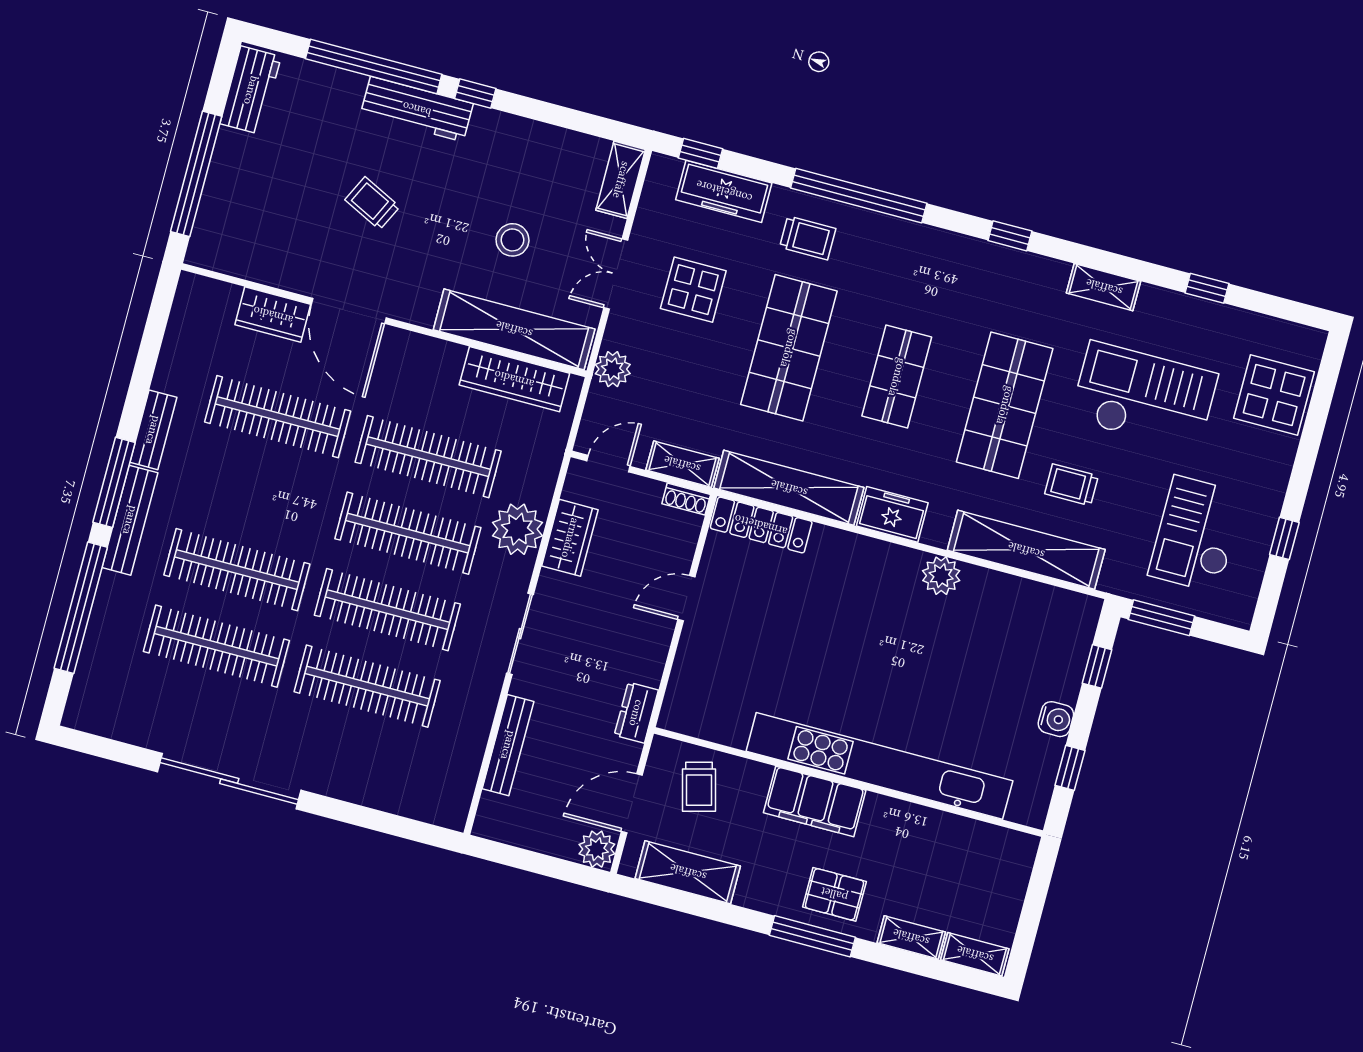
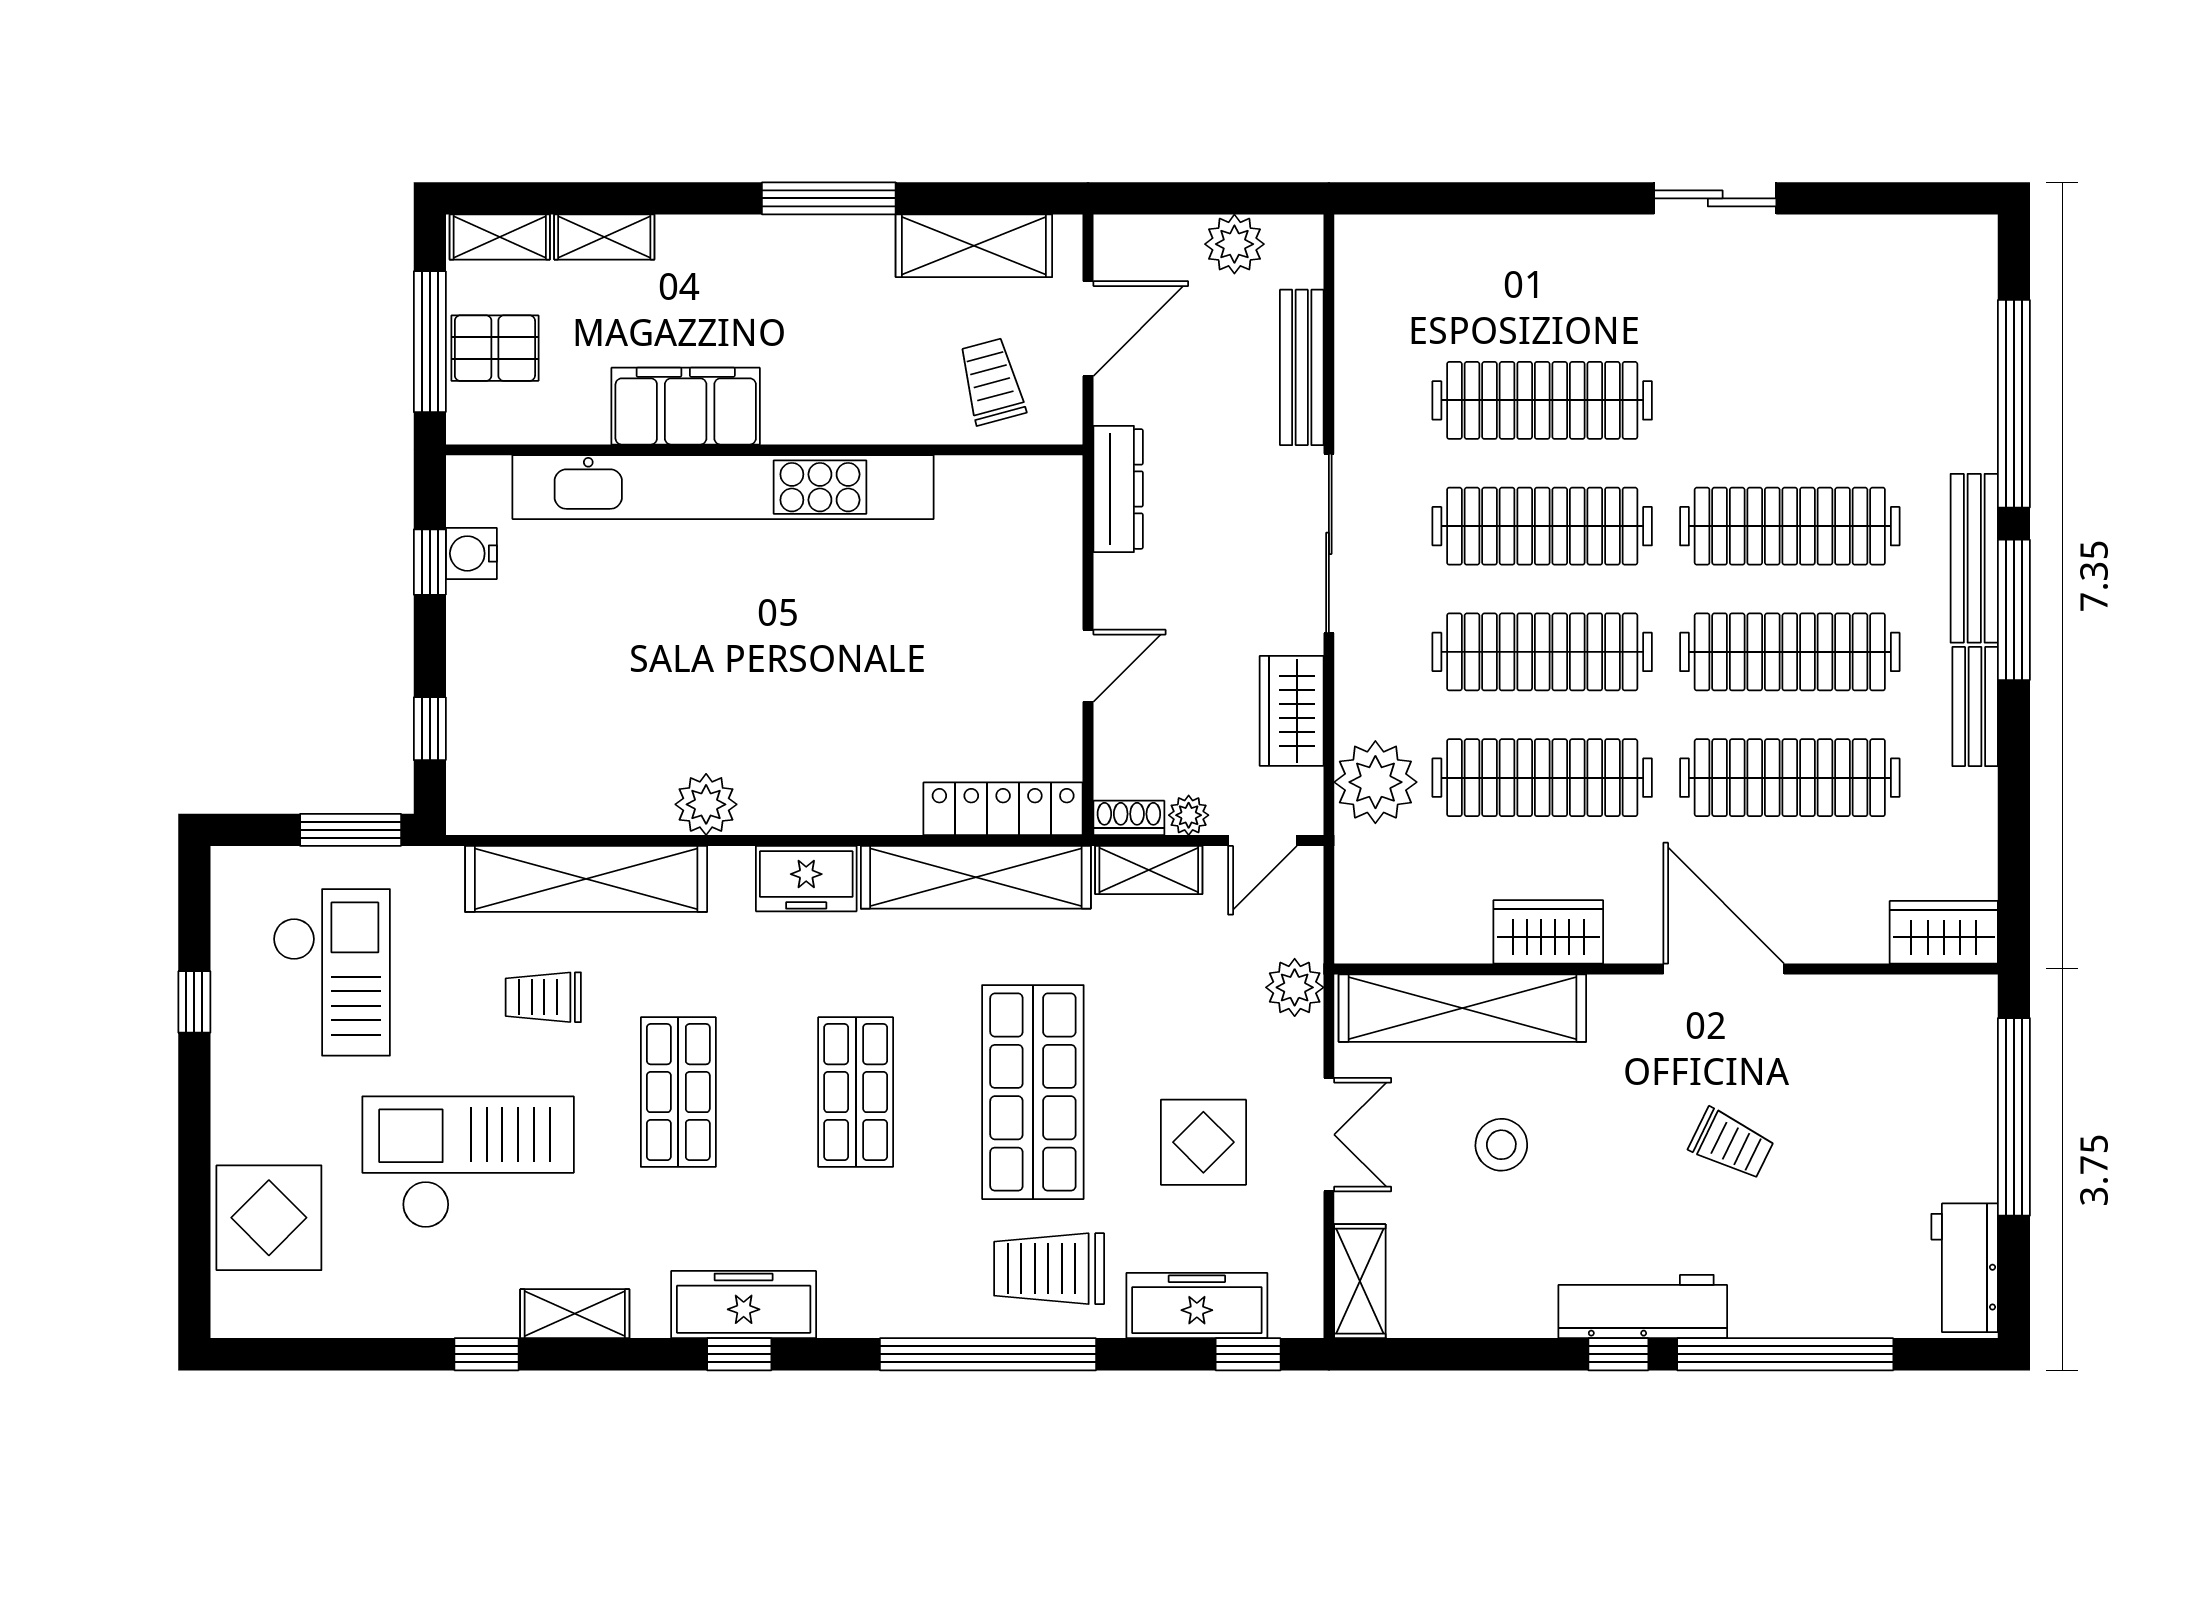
workbench: (417, 109) -> (1643, 1307), moved
trolley: (808, 238) -> (1049, 1269), width x1.36, depth x1.39
freezer: (999, 265) -> (744, 1305), added
window: (1207, 288) -> (486, 1354), moved
wardrobe: (273, 315) -> (1944, 932), moved
wardrobe: (514, 379) -> (1548, 932), moved, width x0.67
checkout: (1144, 397) -> (468, 1162), turned 180
shop shelf: (1005, 405) -> (678, 1092), width x0.70, depth x0.74
trolley: (1071, 485) -> (543, 997), turned 180
plant: (649, 491) -> (1189, 815), added
plant: (517, 529) -> (1375, 782), moved
sliding door: (520, 634) -> (1329, 543), width x1.37
clothes rail: (216, 646) -> (1790, 652), moved
dresser: (636, 713) -> (1118, 489), width x1.44
water cooler: (1056, 719) -> (471, 553), moved
sliding door: (229, 781) -> (1715, 198), width x0.54
filing cabinet: (815, 802) -> (686, 406), moved
plant: (597, 849) -> (1234, 244), moved
pallet: (834, 894) -> (495, 348), moved
window: (1034, 902) -> (430, 342), added
window: (812, 936) -> (829, 198), moved

